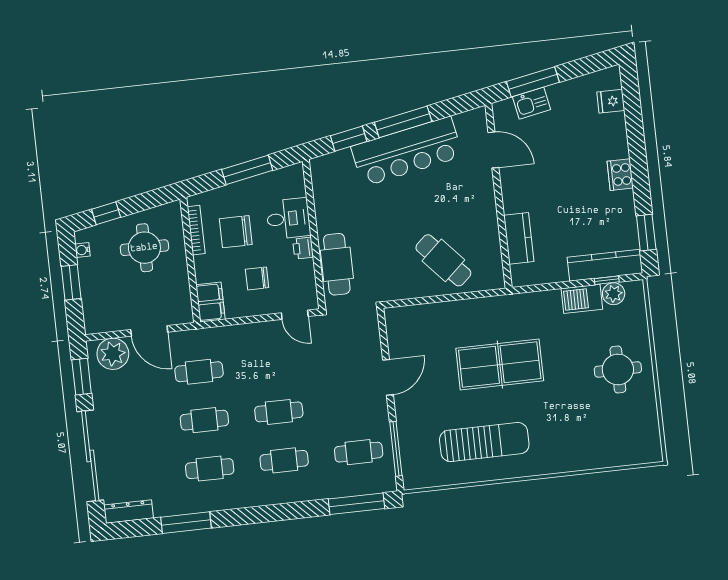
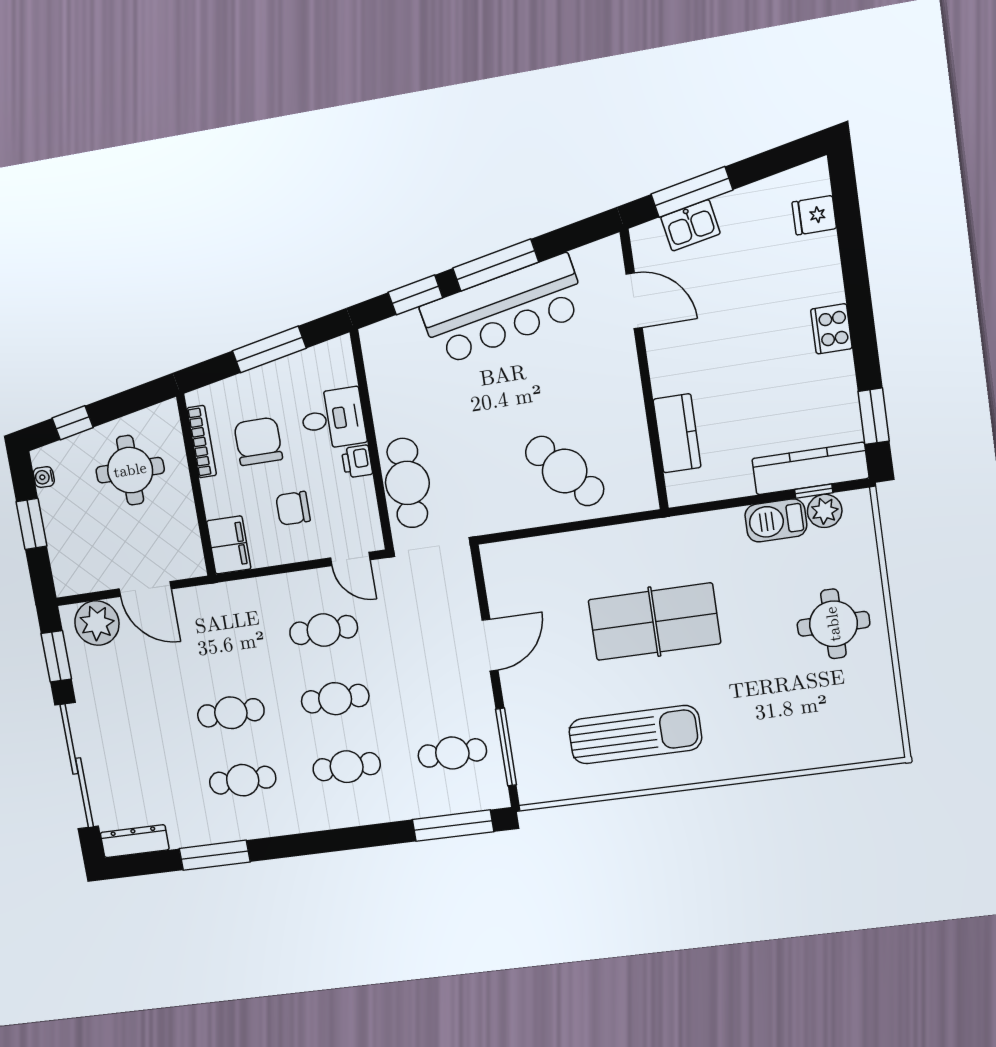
chair: (236, 232) -> (258, 441), turned 90
cafe table: (199, 372) -> (324, 630), moved

